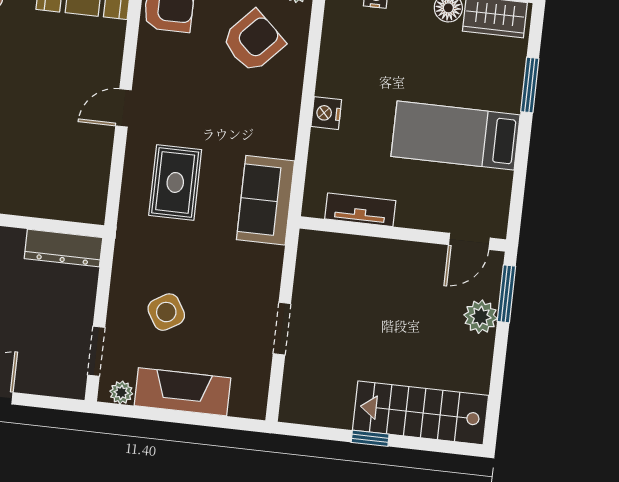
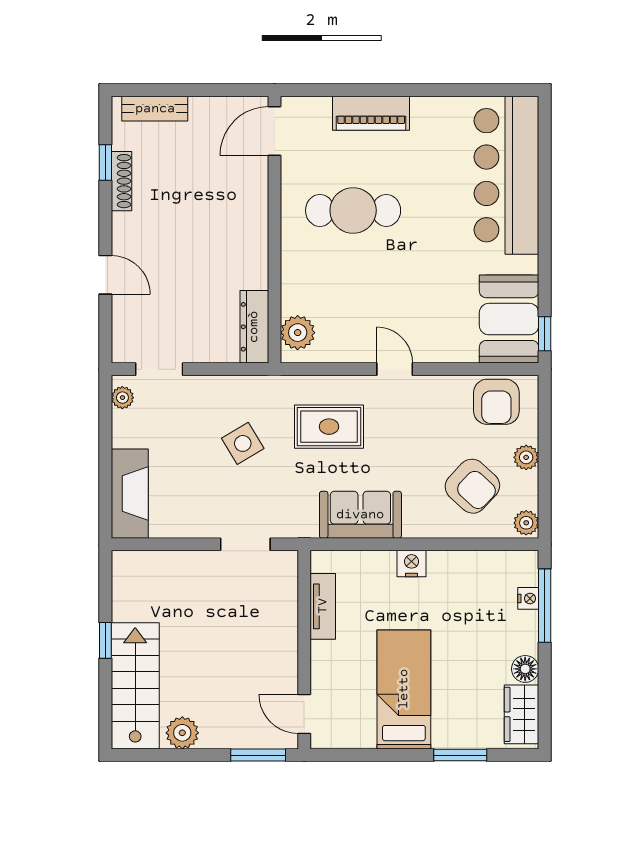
sofa: (265, 200) -> (360, 515), moved
plant: (74, 204) -> (298, 333), added
side table: (166, 312) -> (243, 443), moved
plant: (481, 317) -> (182, 733), moved
doorway: (282, 329) -> (245, 544), moved
fireplace: (182, 392) -> (130, 494), moved

